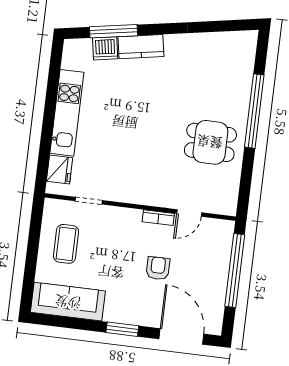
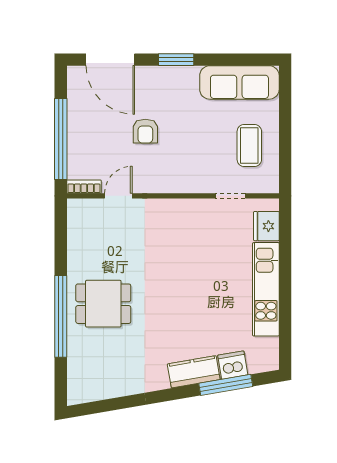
dining table: (210, 142) -> (103, 304), moved
bookcase: (158, 218) -> (84, 187), moved

